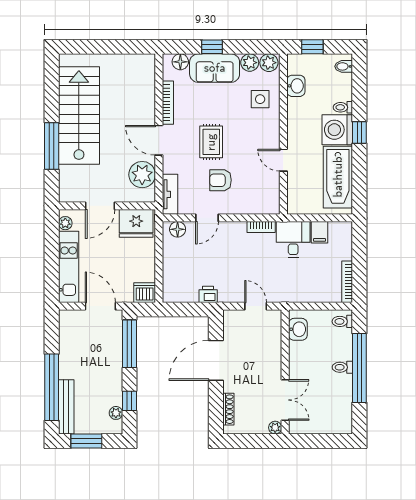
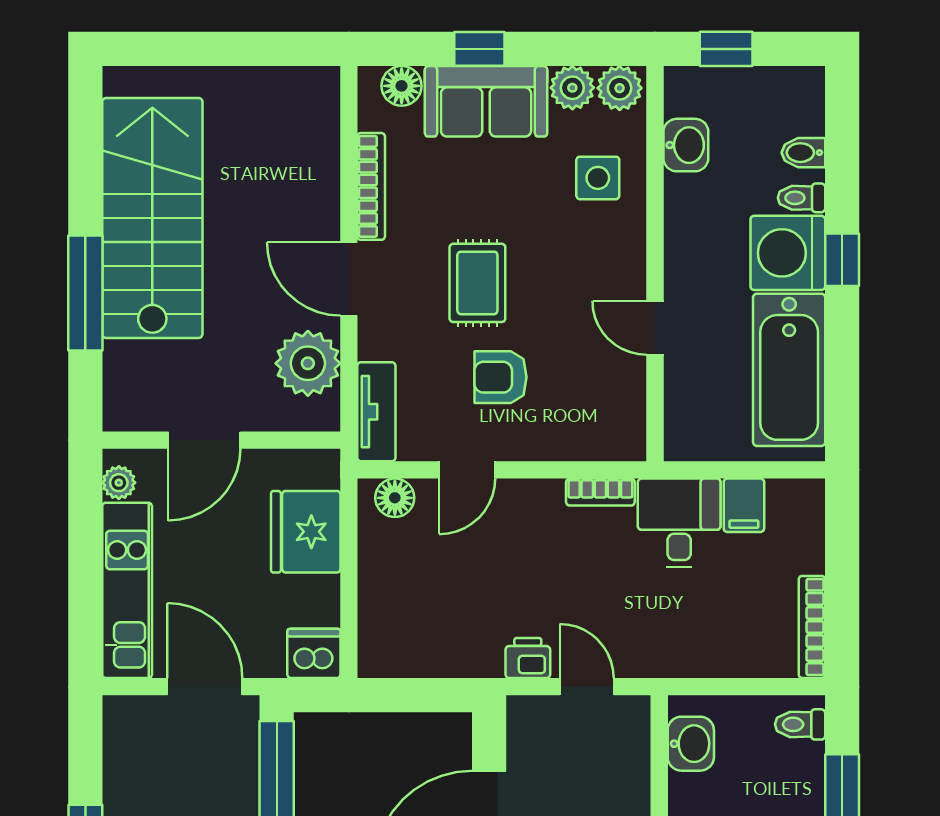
bidet: (344, 66) -> (803, 153), moved
fridge: (136, 223) -> (306, 532), moved, turned 90
printer: (208, 294) -> (528, 658), moved

